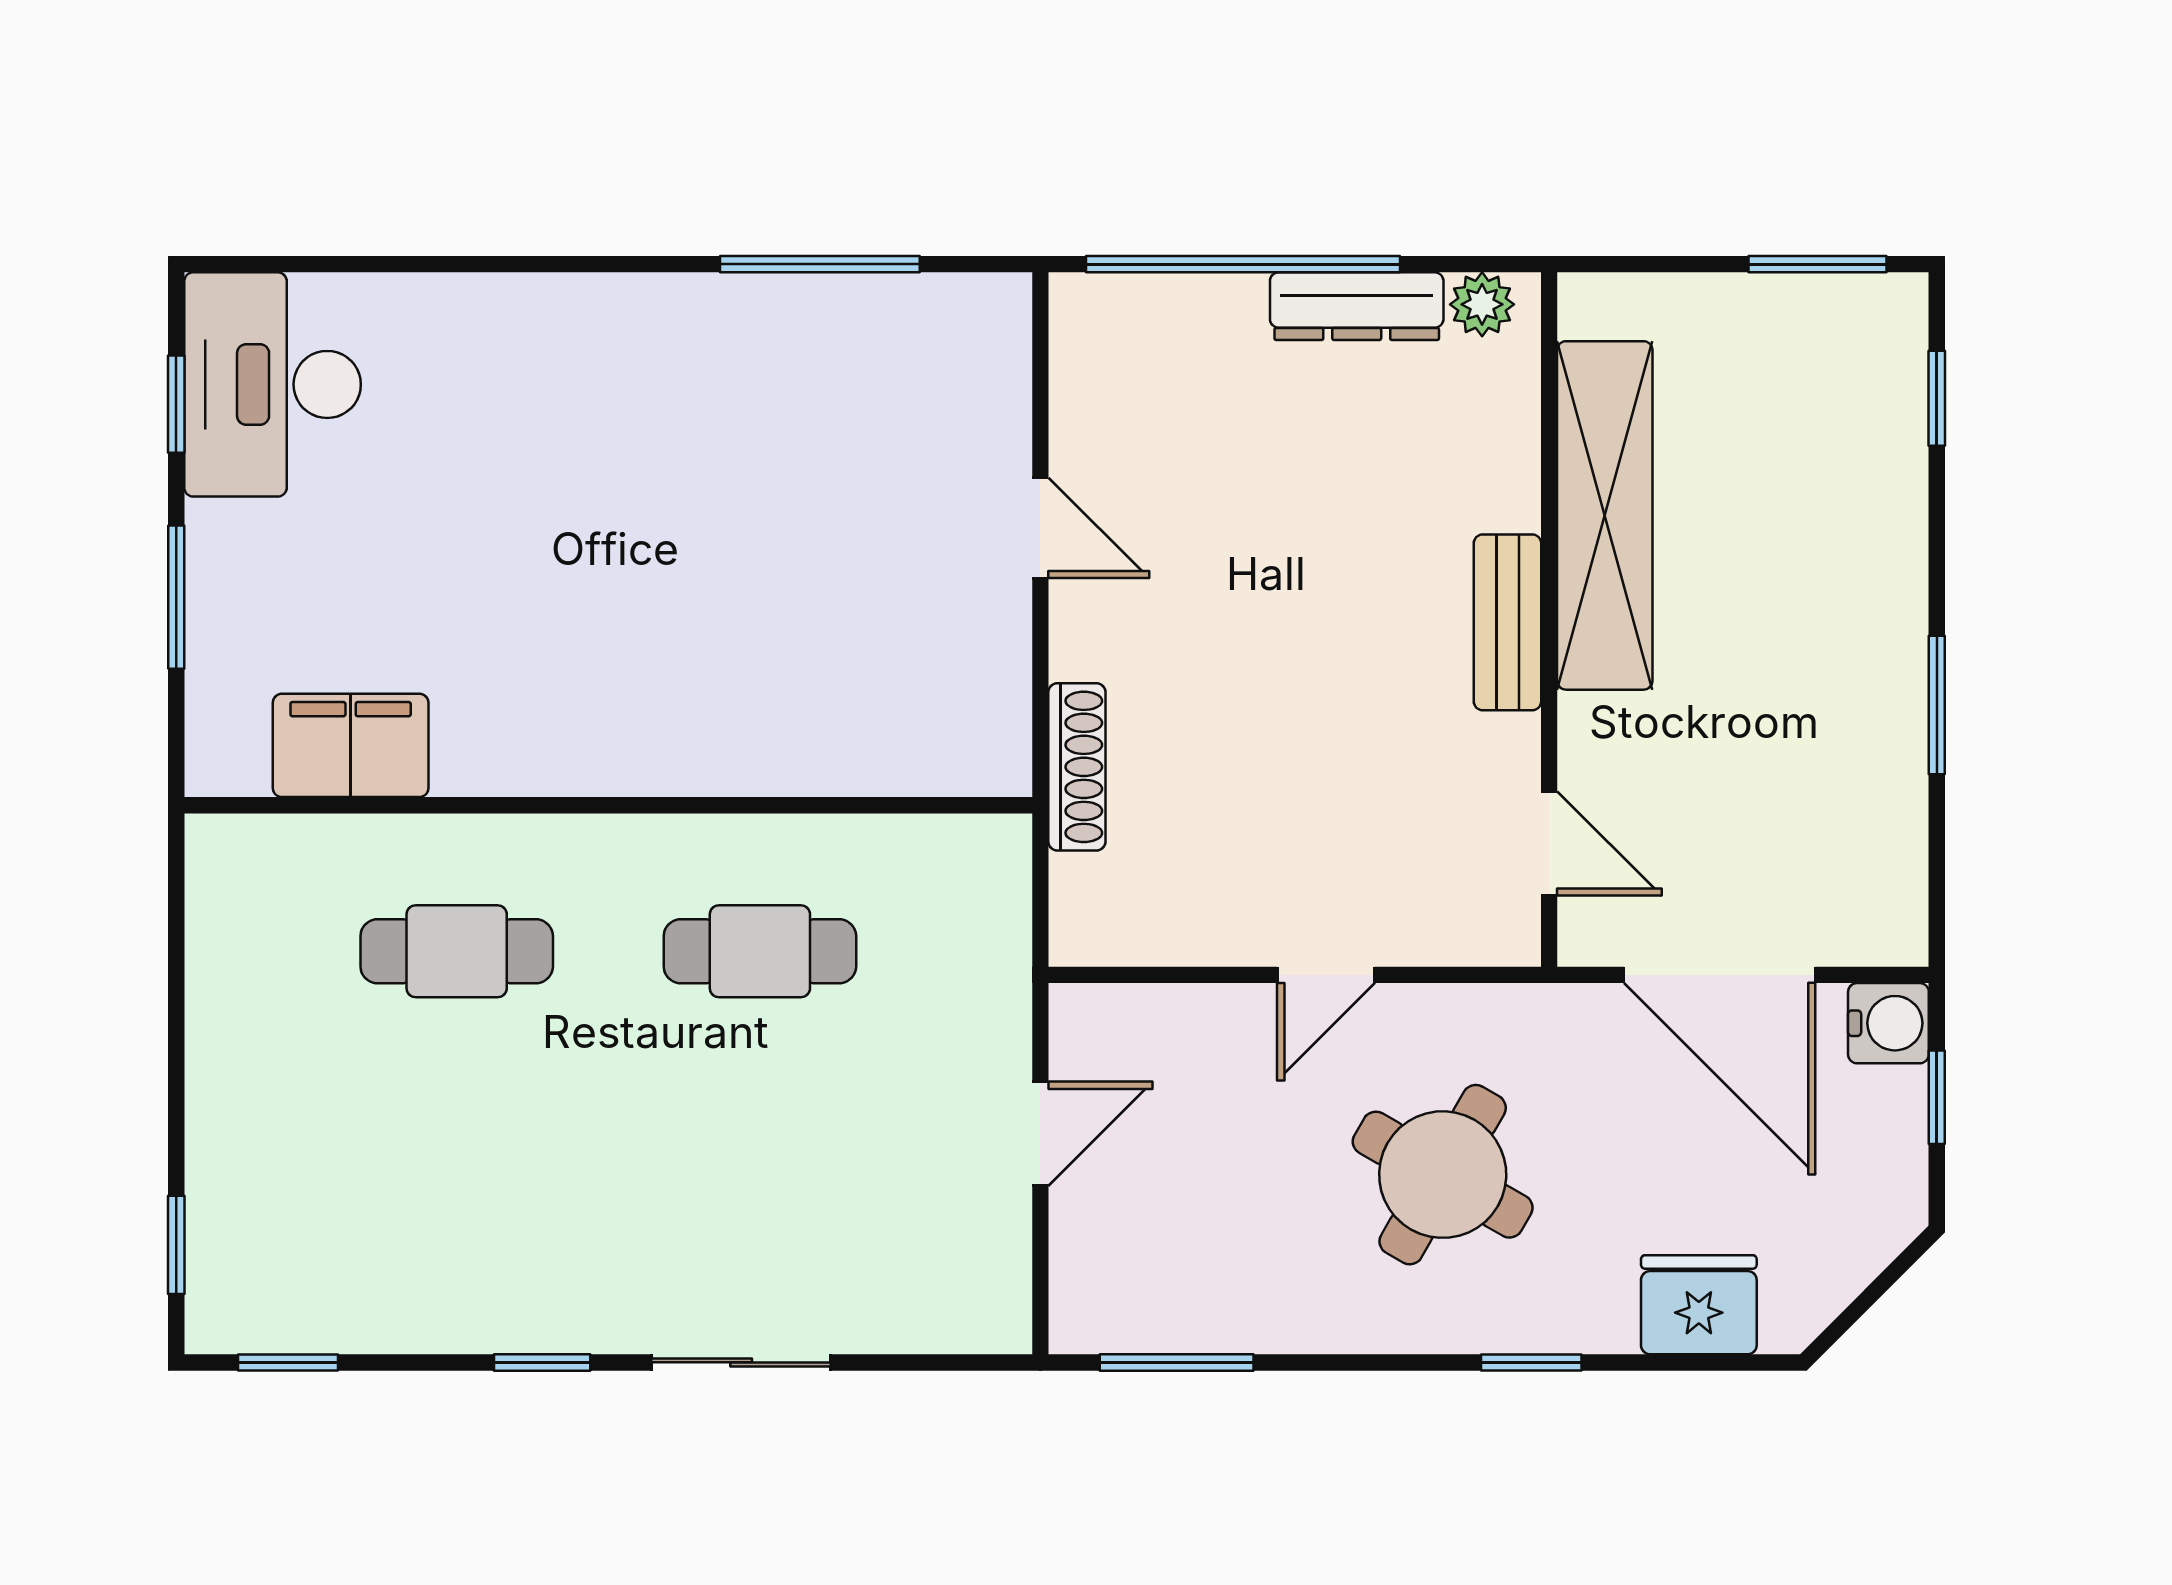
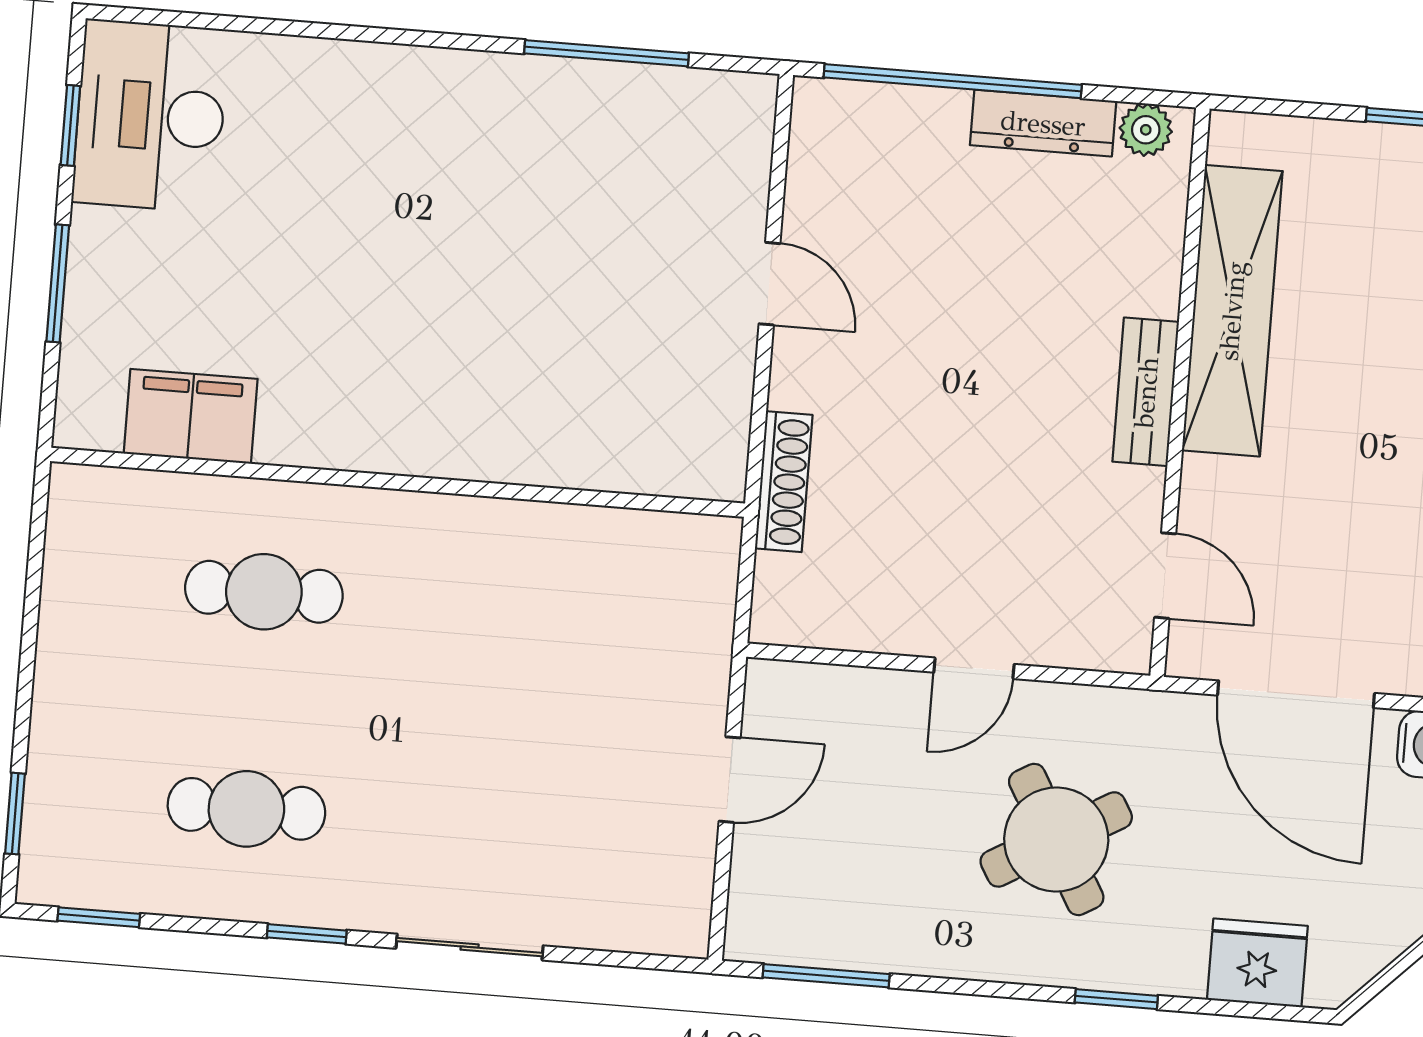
cafe table: (760, 951) -> (246, 809), moved
round table: (1443, 1175) -> (1056, 839), turned 30

